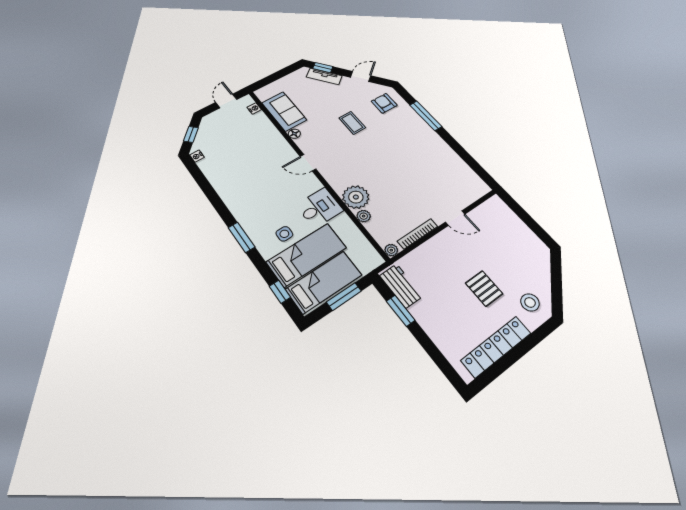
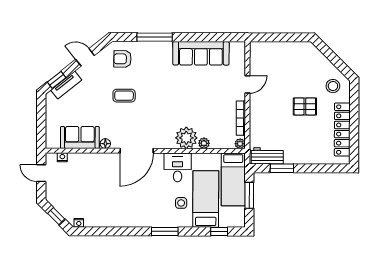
door: (361, 76) -> (85, 57), hinge flipped
sofa: (446, 160) -> (201, 53), added
door: (308, 163) -> (137, 151), width x1.87
bed: (324, 282) -> (233, 179), moved, turned 180

